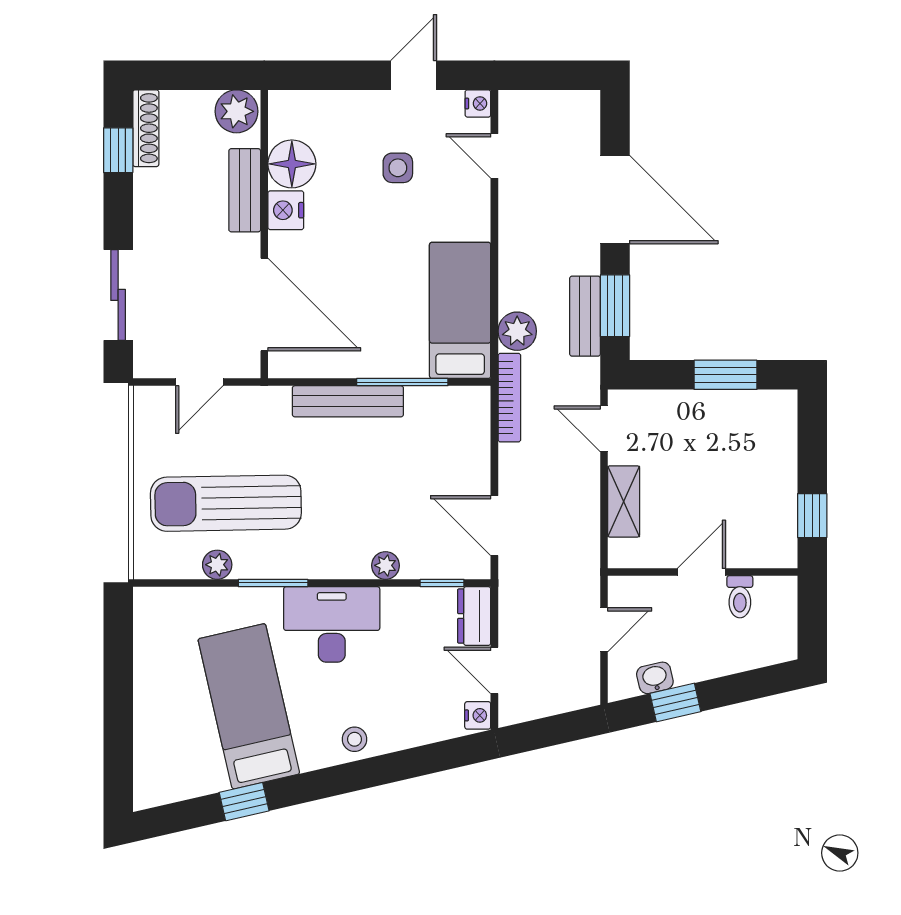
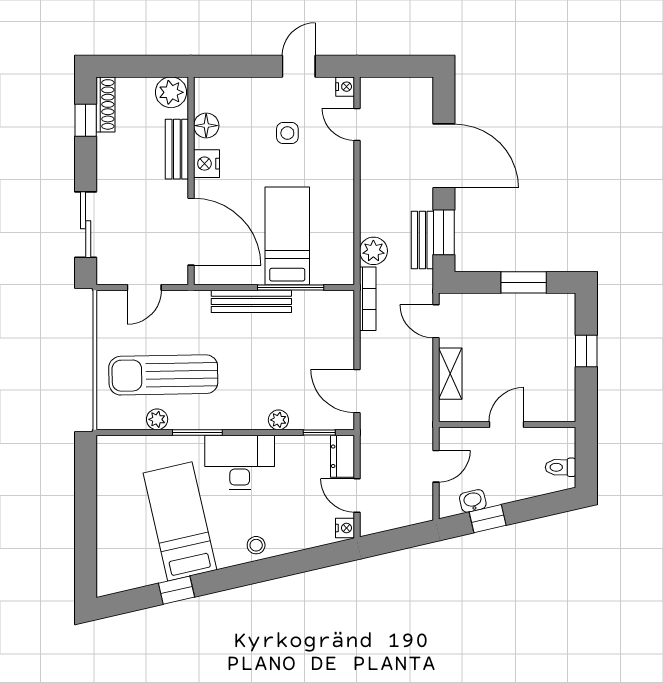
floor lamp: (292, 164) -> (206, 126), width x0.73, depth x0.73
bed: (460, 310) -> (287, 236), moved
window: (812, 516) -> (586, 351), moved
toilet: (740, 597) -> (560, 467), moved, turned 90

